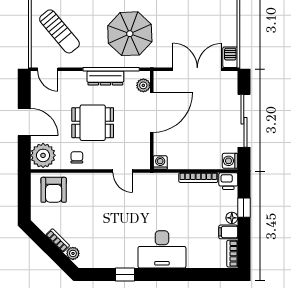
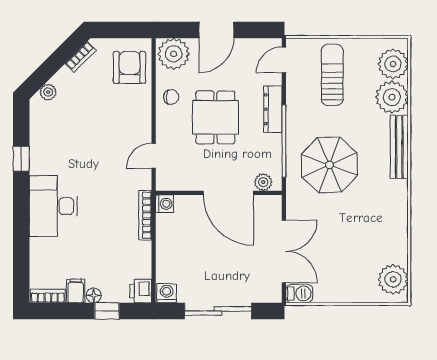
sun lounger: (59, 31) -> (332, 75), turned 130
dresser: (105, 78) -> (273, 109), moved
bookcase: (198, 178) -> (145, 215), moved
armchair: (54, 190) -> (130, 67), turned 90
bookcase: (58, 240) -> (81, 57), moved

